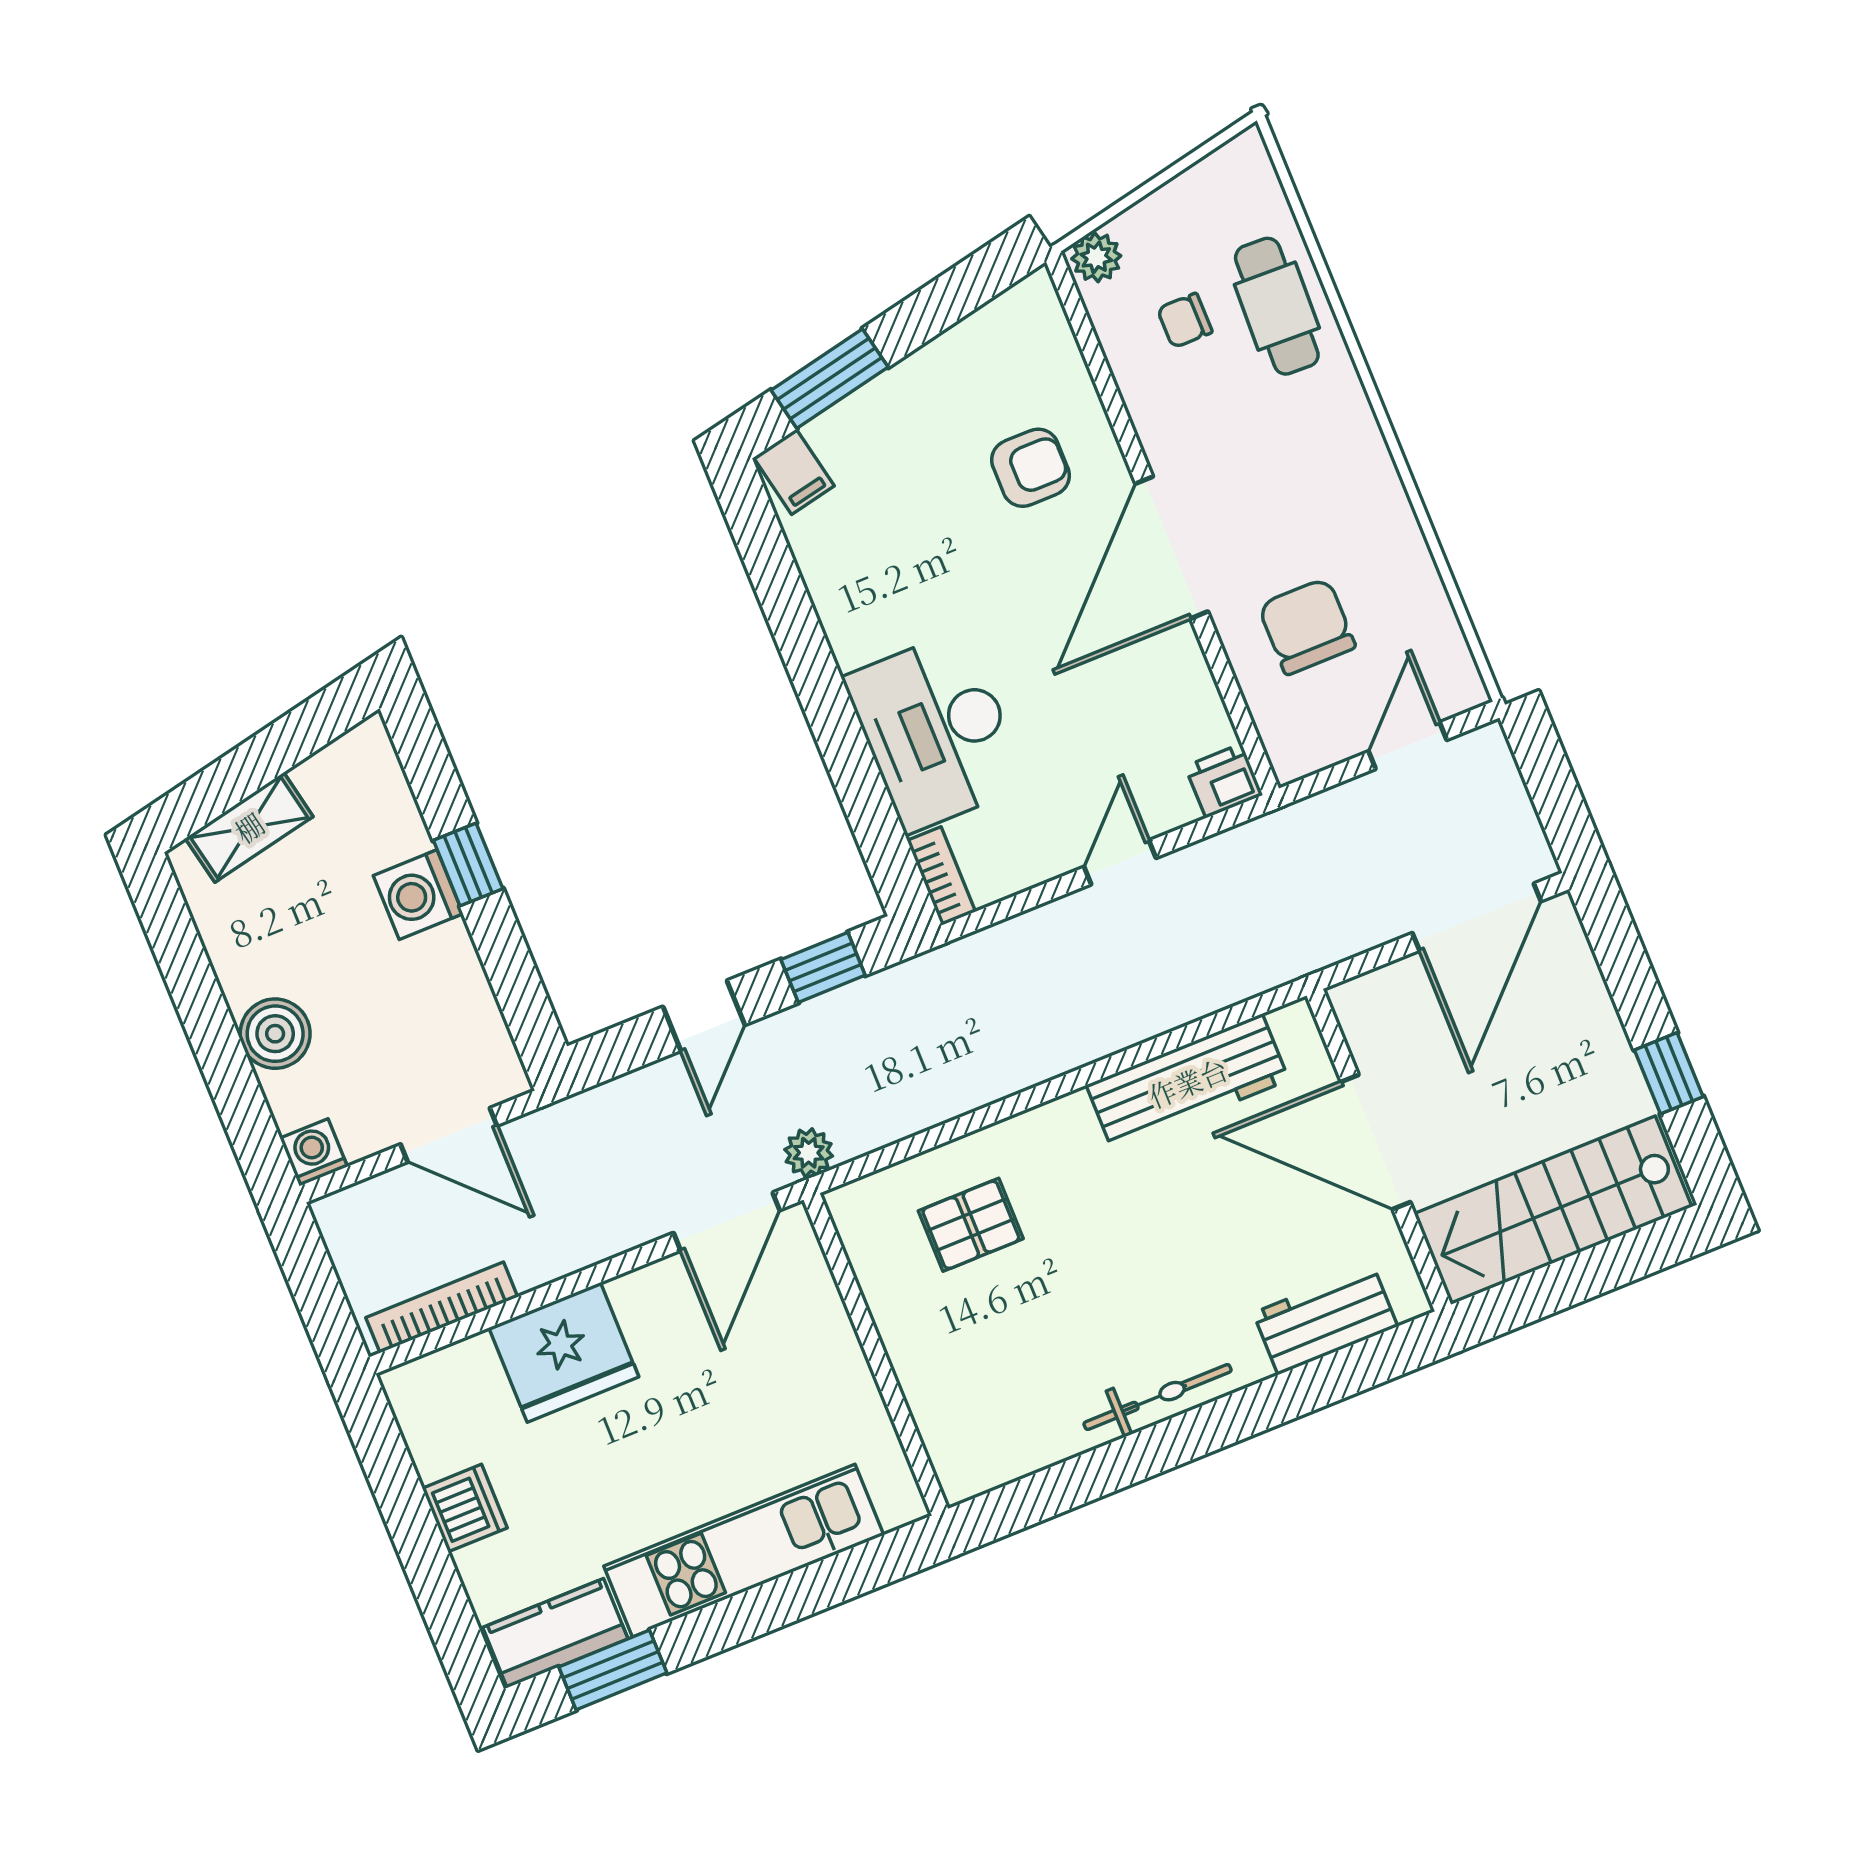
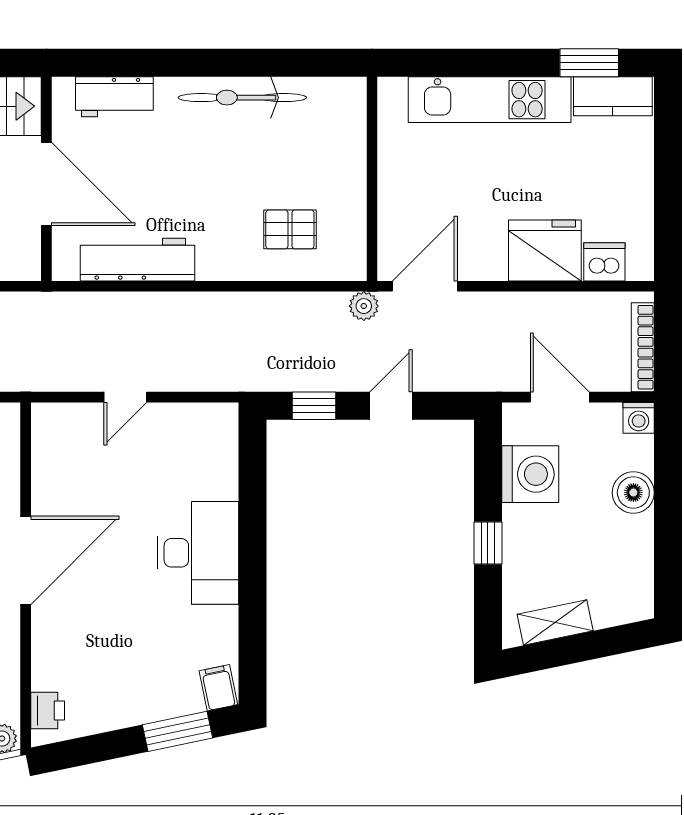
armchair: (1031, 468) -> (86, 637), removed
desk: (936, 731) -> (198, 553), moved
printer: (1224, 781) -> (48, 711), moved, turned -90
shelving: (249, 827) -> (555, 623), moved
bookcase: (941, 876) -> (228, 430), removed
washing machine: (418, 895) -> (530, 474), moved, width x1.37, depth x1.37
bookcase: (442, 1307) -> (643, 347), moved, turned 90
bicycle: (1158, 1397) -> (242, 98), width x1.37, depth x1.40
dishwasher: (465, 1508) -> (604, 262), moved, turned 90

